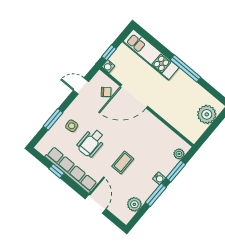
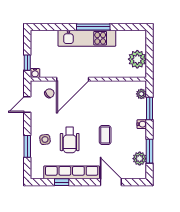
kitchen unit: (151, 55) -> (87, 38), moved
plant: (207, 114) -> (137, 59), moved
window: (156, 195) -> (150, 151), moved

